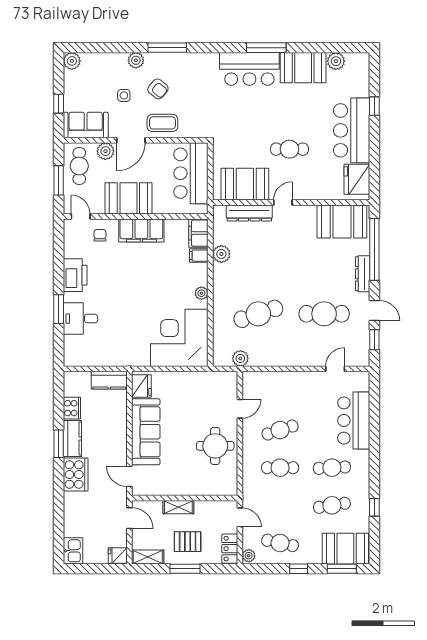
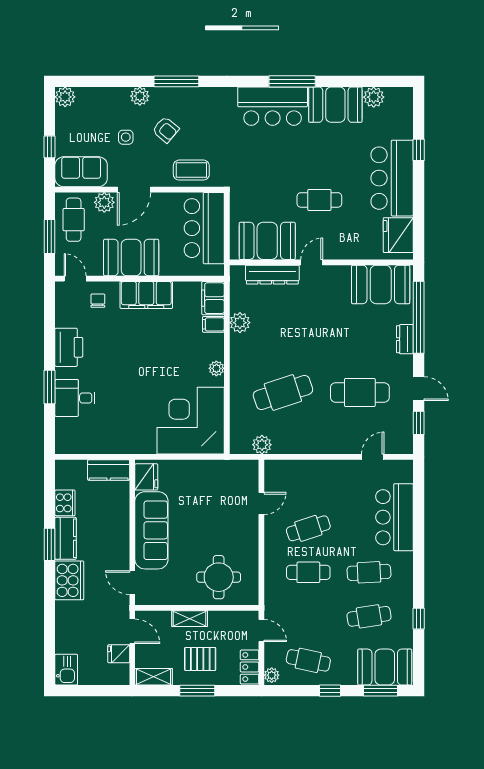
coffee table: (162, 123) -> (191, 170), moved
dresser: (363, 274) -> (405, 339), width x0.70
round table: (215, 446) -> (219, 577), moved
fridge: (118, 555) -> (119, 654), moved

